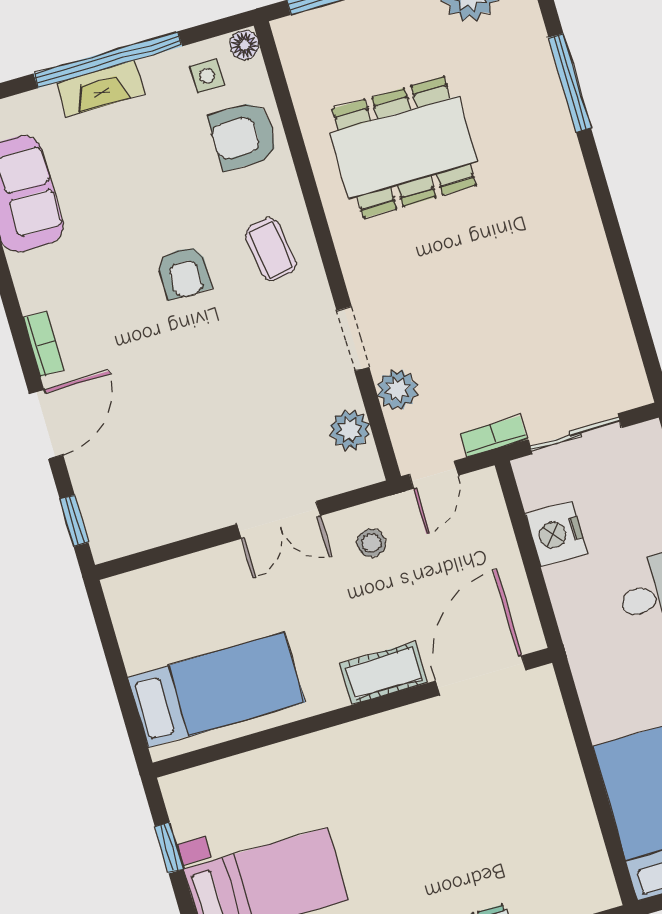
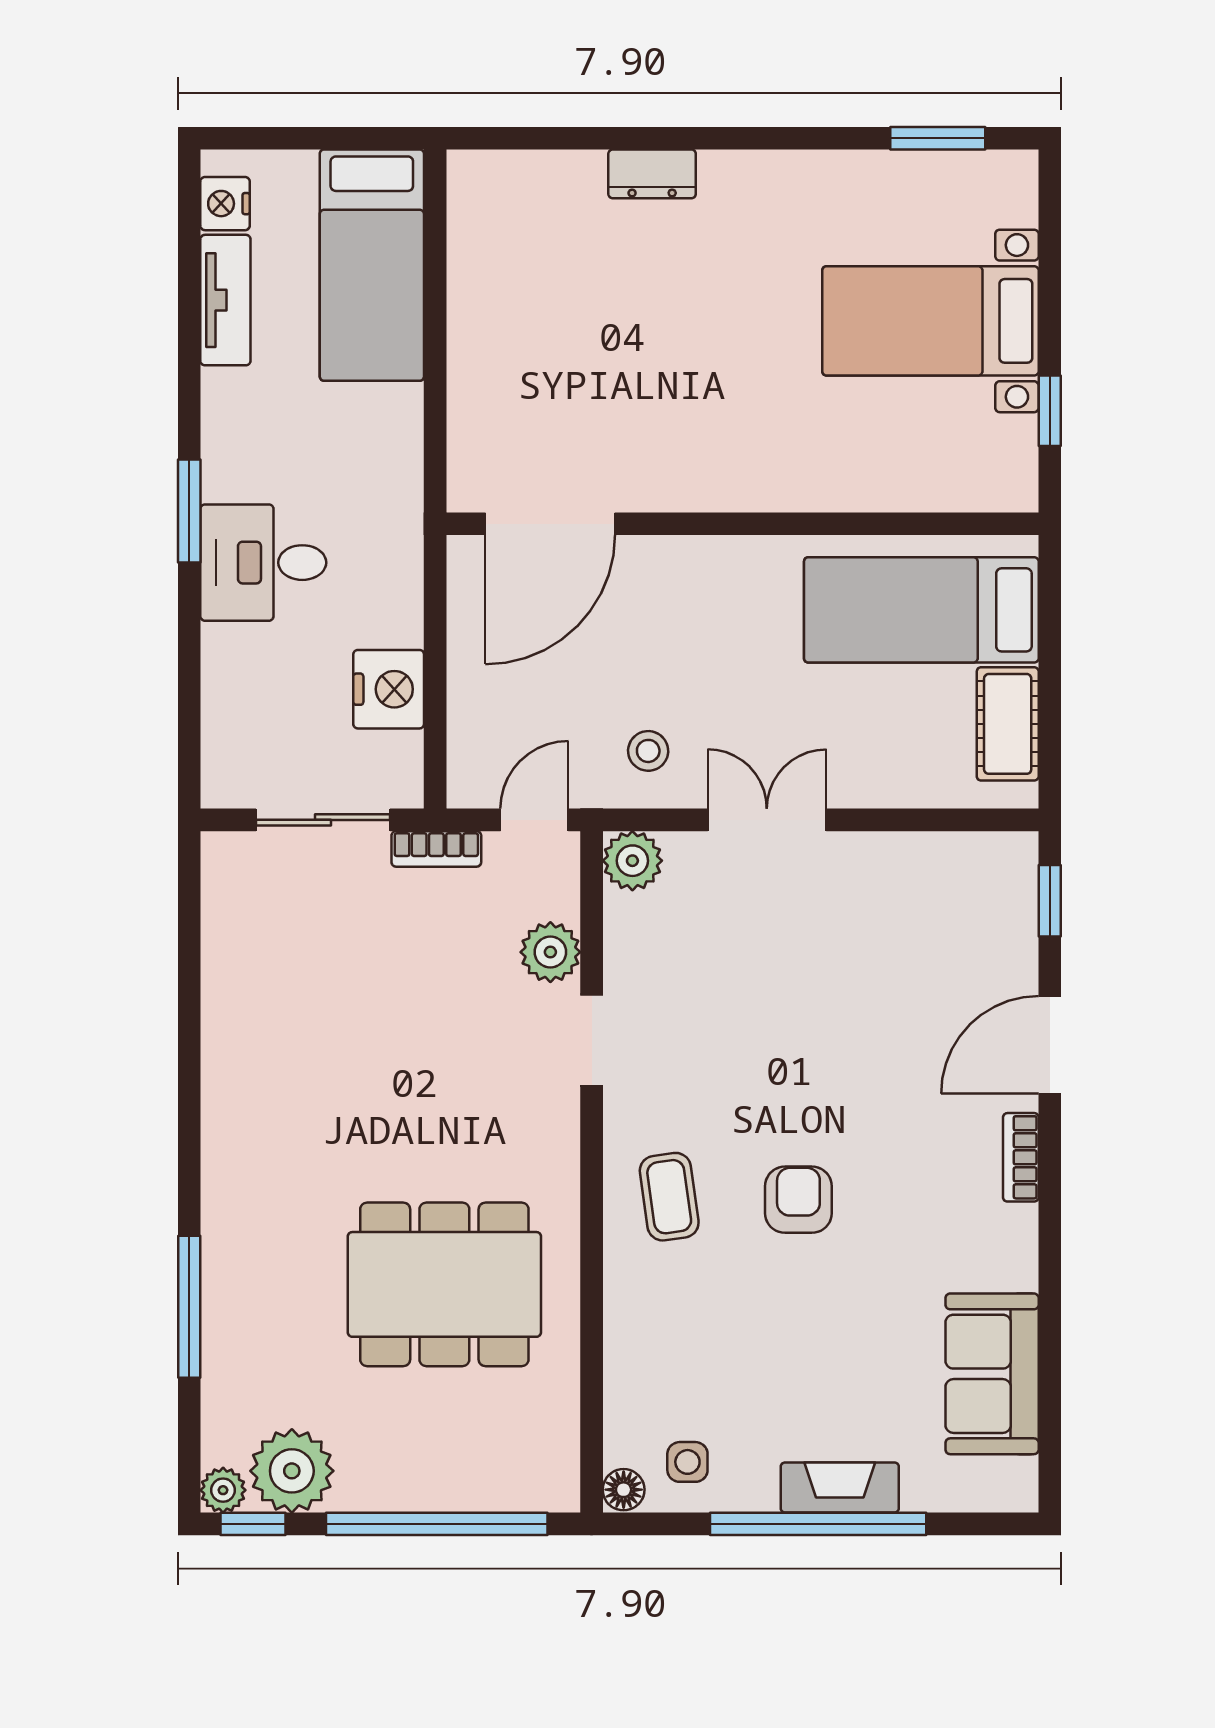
armchair: (244, 136) -> (661, 1365), removed
plant: (350, 430) -> (632, 861), moved
cot: (383, 673) -> (1008, 724), moved, turned 90

